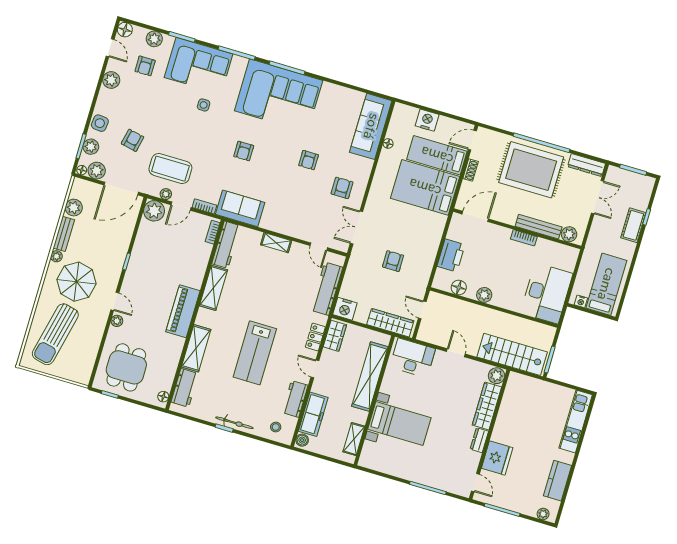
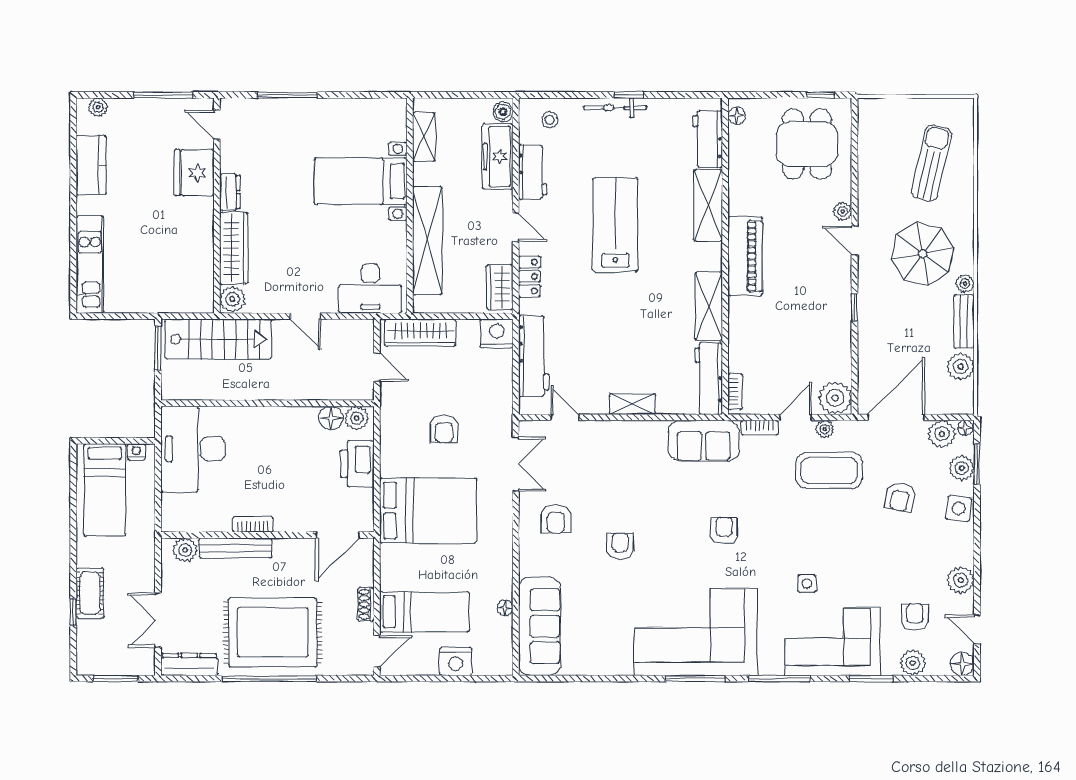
bed: (425, 187) -> (428, 511), moved
plant: (484, 295) -> (357, 418), moved
sun lounger: (55, 334) -> (931, 163), width x0.73, depth x0.75

